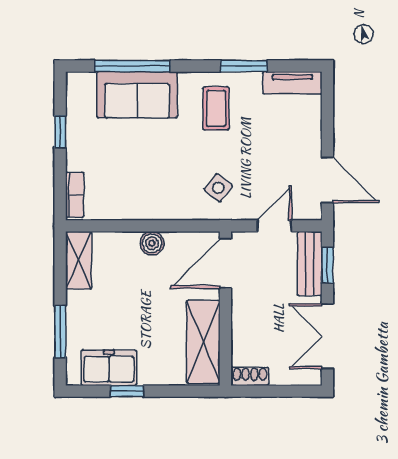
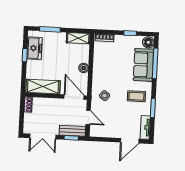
floor lamp: (81, 86) -> (148, 42), added
door: (327, 180) -> (130, 141), moved
double door: (327, 336) -> (43, 136), swing flipped

